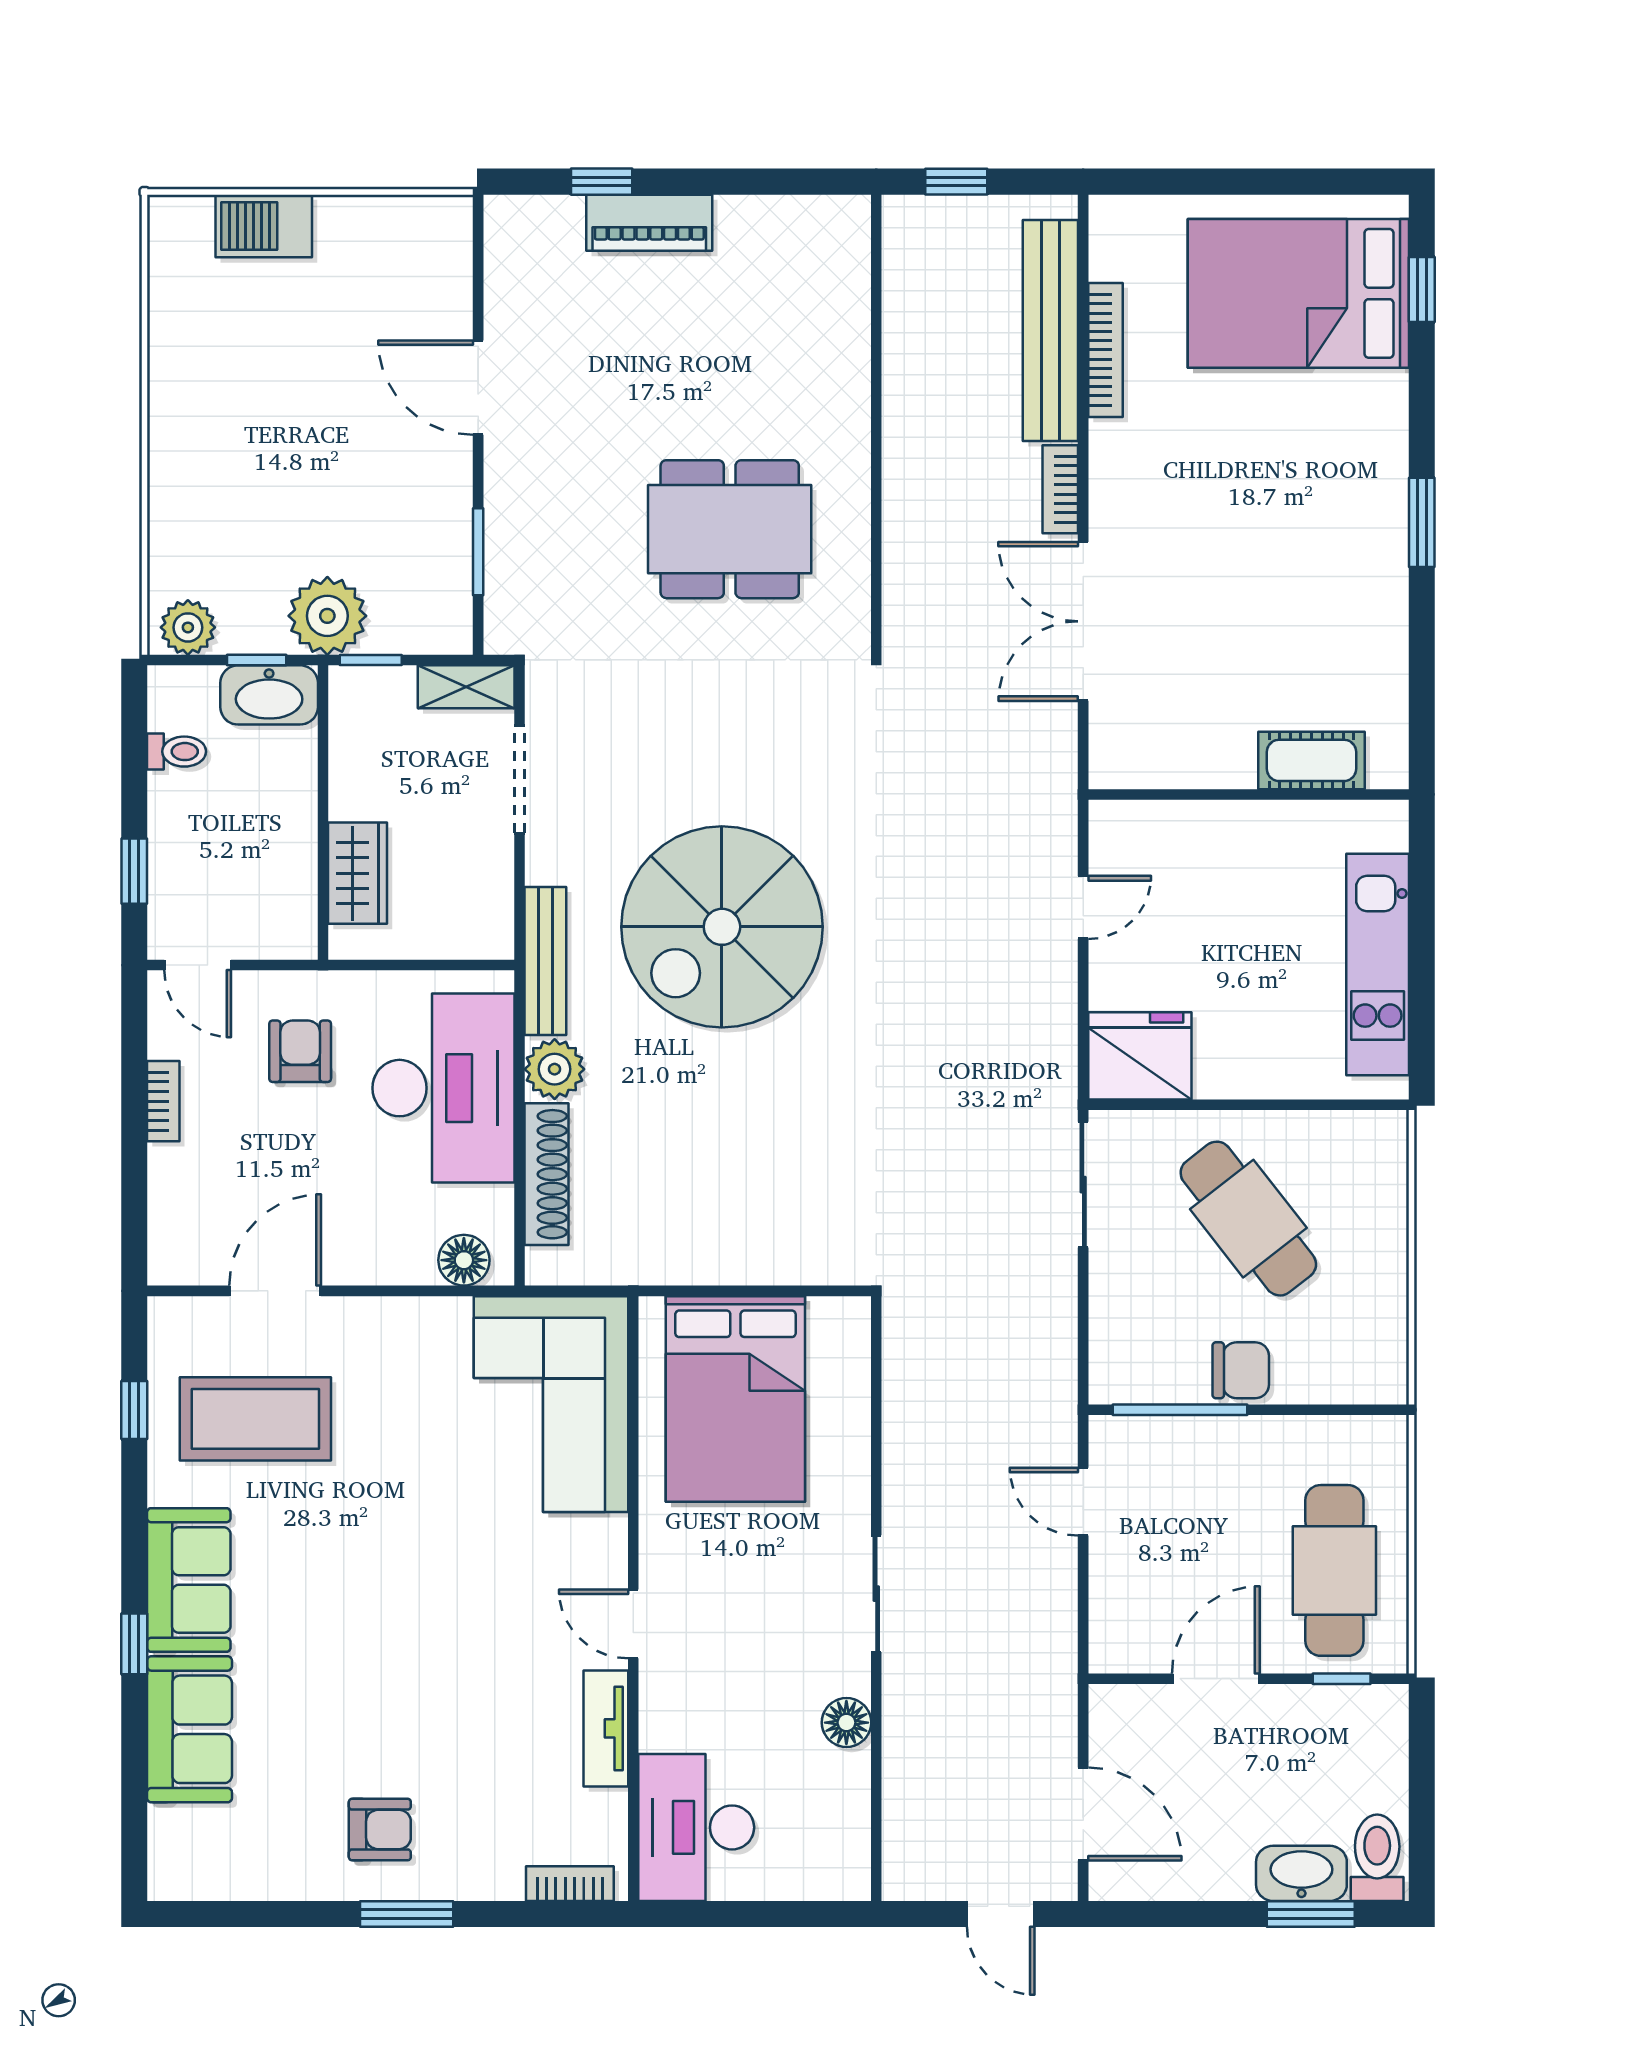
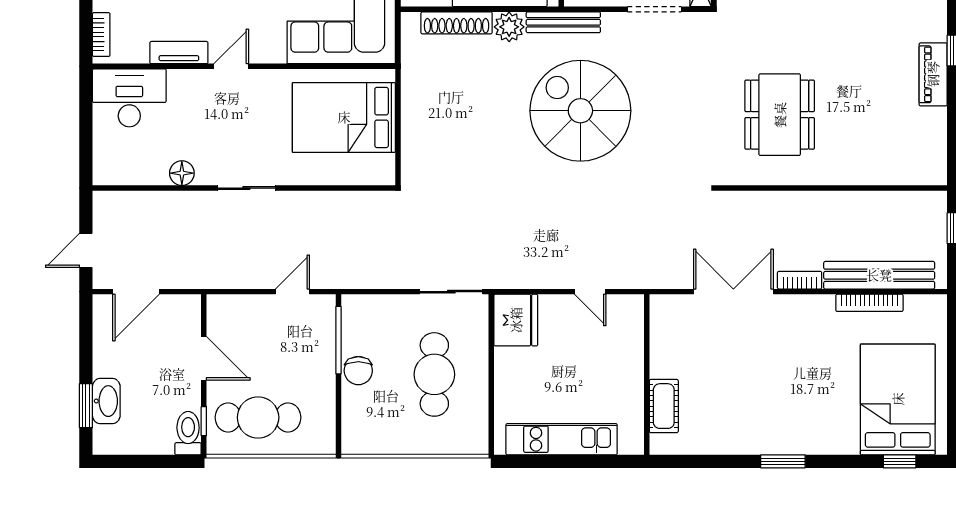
cafe table: (1248, 1219) -> (434, 374), turned -52
toilet: (1377, 1858) -> (188, 433), moved, turned -90

